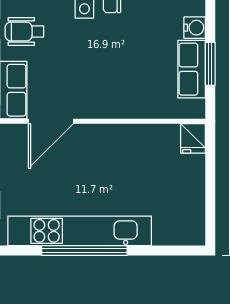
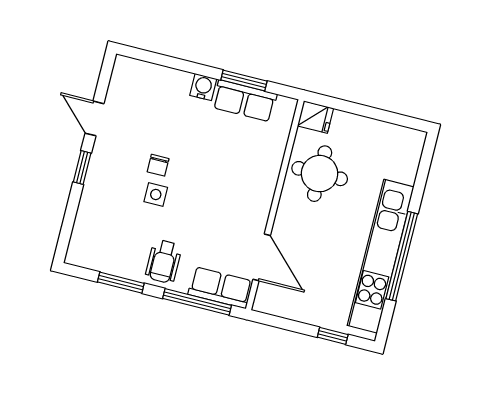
round table: (142, 155) -> (320, 174), added

